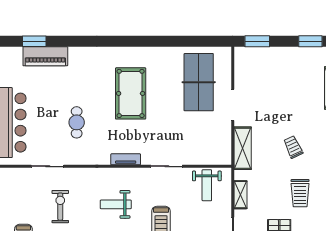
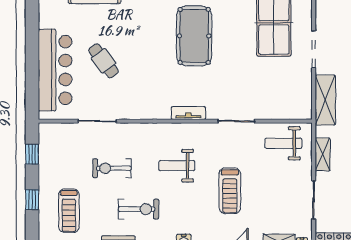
cafe table: (77, 122) -> (104, 61), moved, turned -37
weight bench: (207, 185) -> (283, 143), turned 90
exercise bike: (60, 207) -> (112, 168), turned -90

